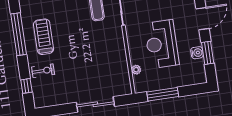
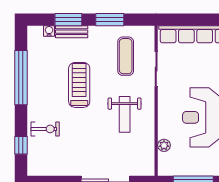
treadmill: (44, 37) -> (79, 85), moved
weight bench: (102, 50) -> (125, 114), added

